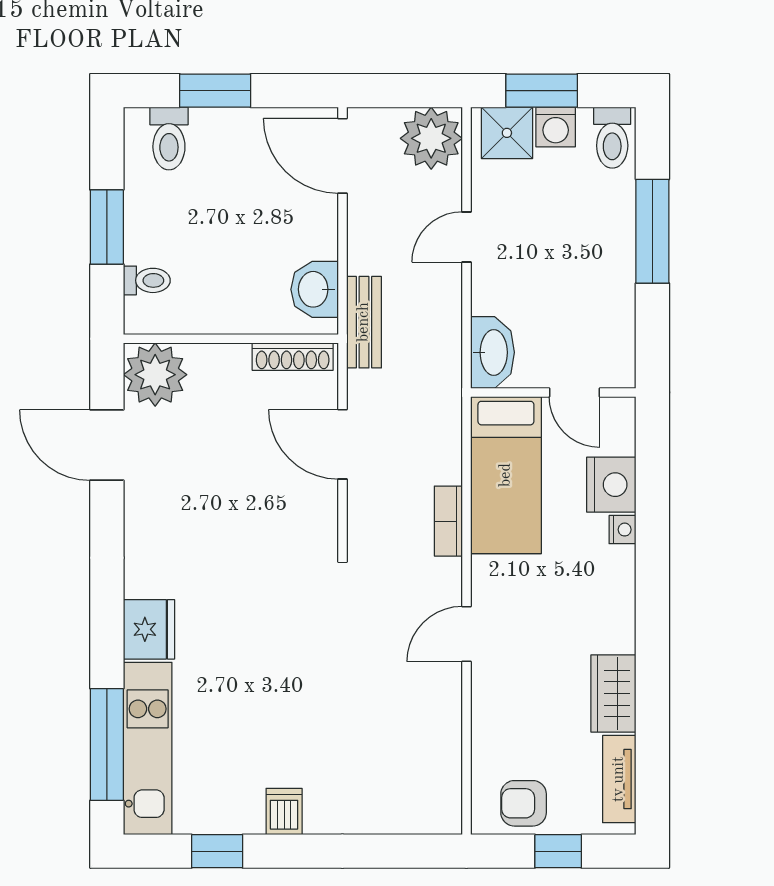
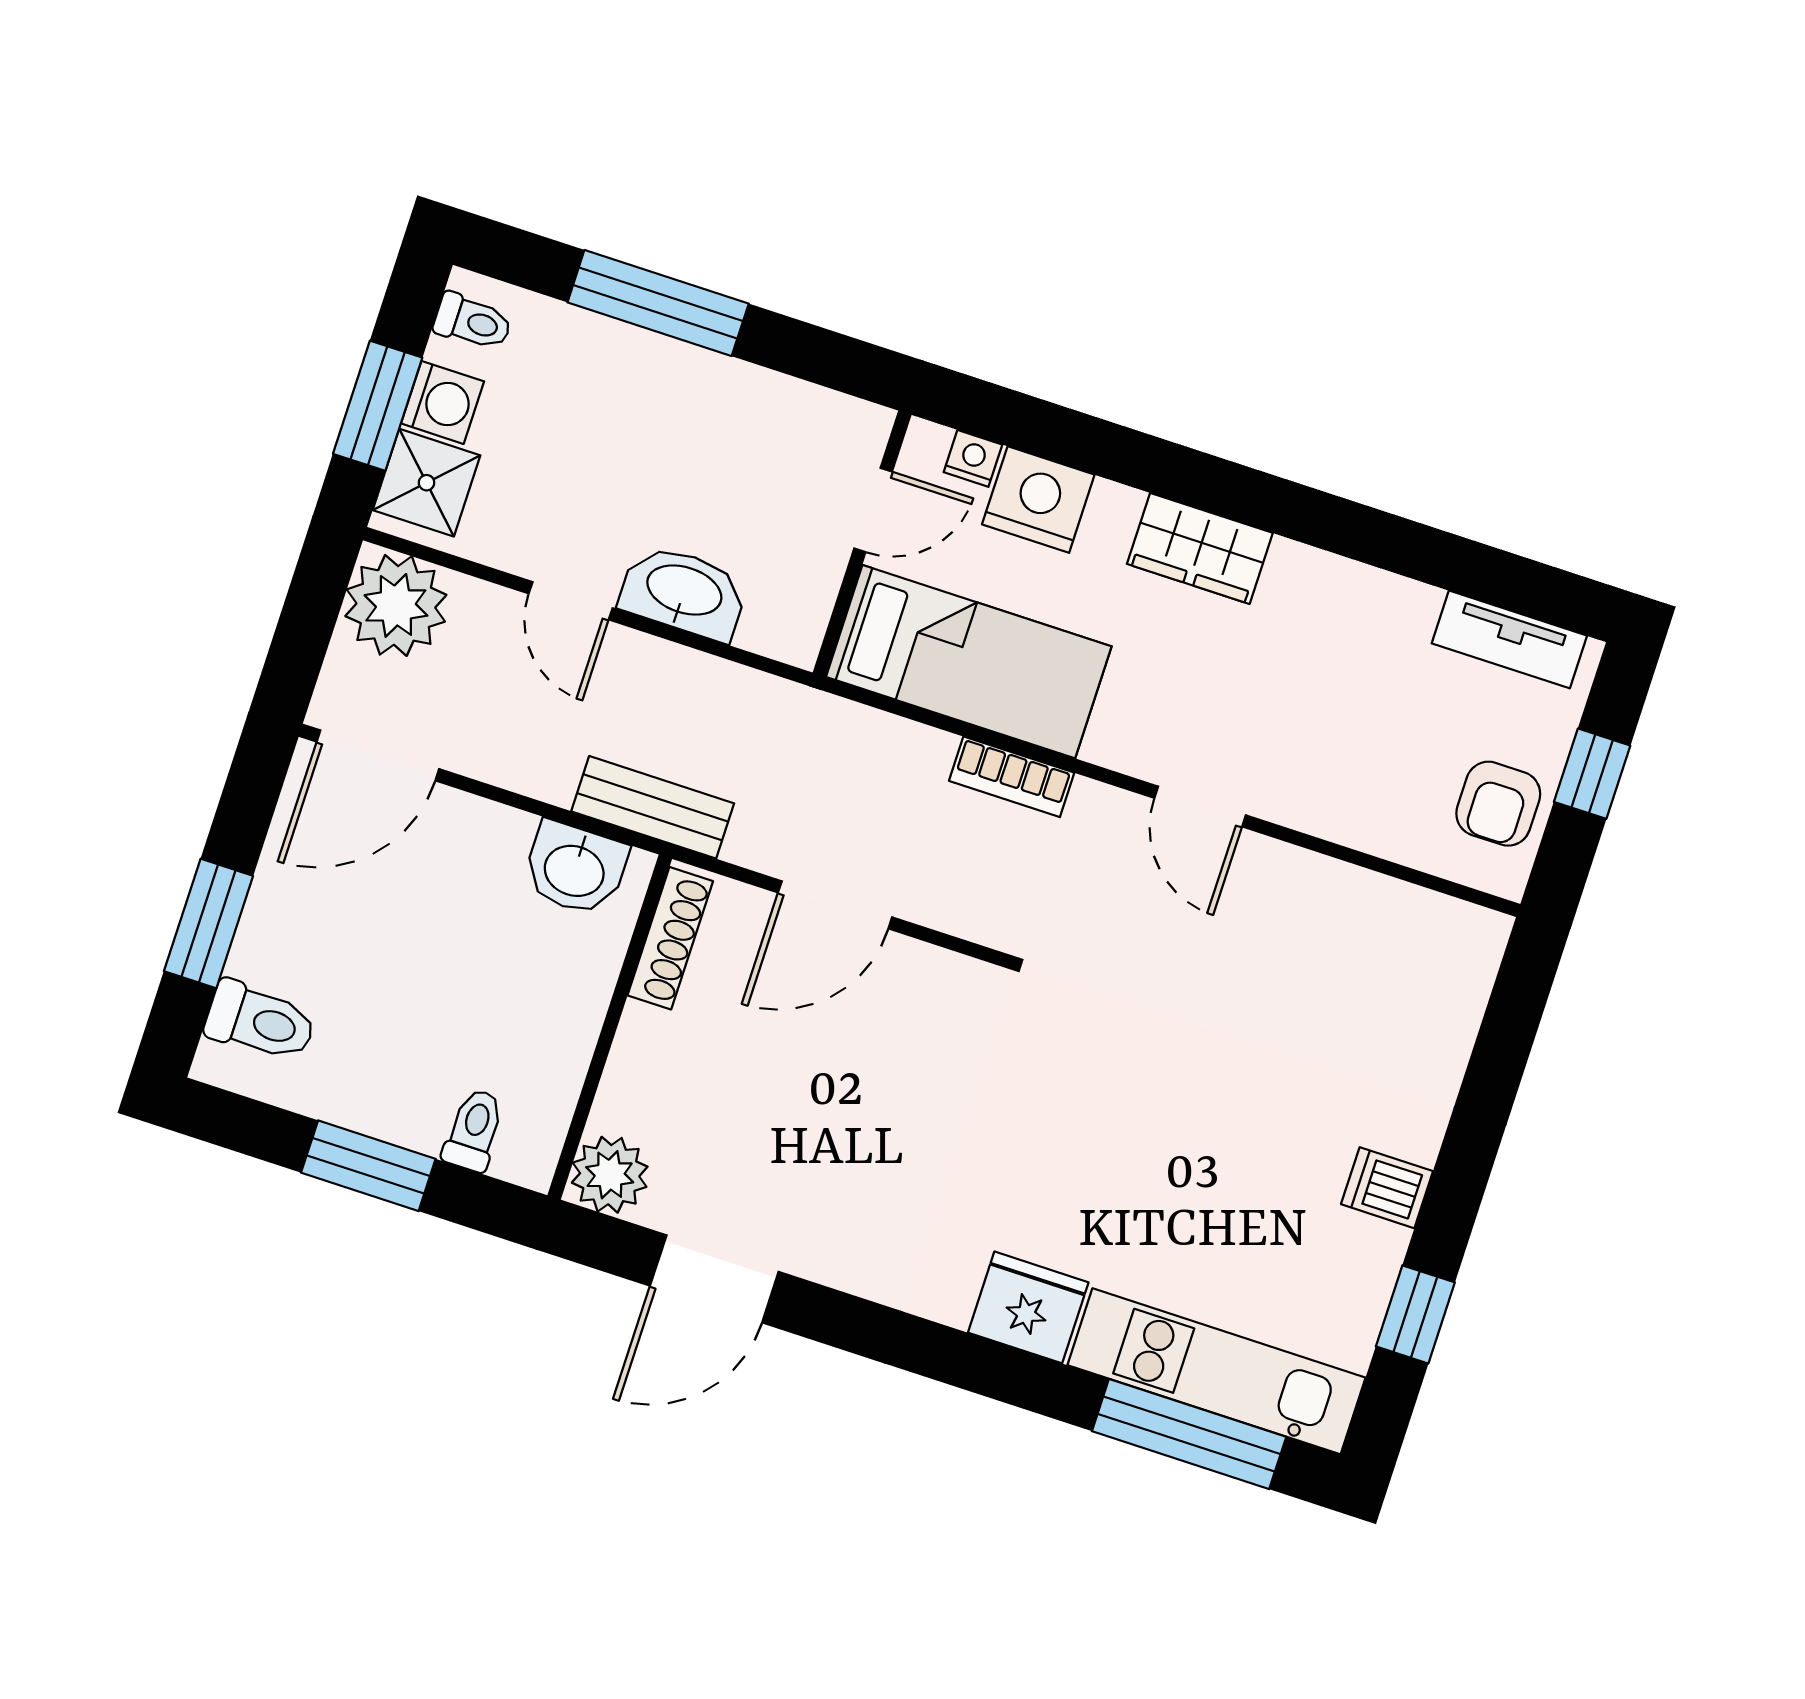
toilet: (612, 138) -> (473, 322), width x0.73, depth x0.72
washbasin: (492, 352) -> (684, 592), moved
plant: (155, 375) -> (610, 1175), width x0.73, depth x0.73
nightstand: (622, 530) -> (973, 458), moved
wardrobe: (613, 693) -> (1200, 548), moved

